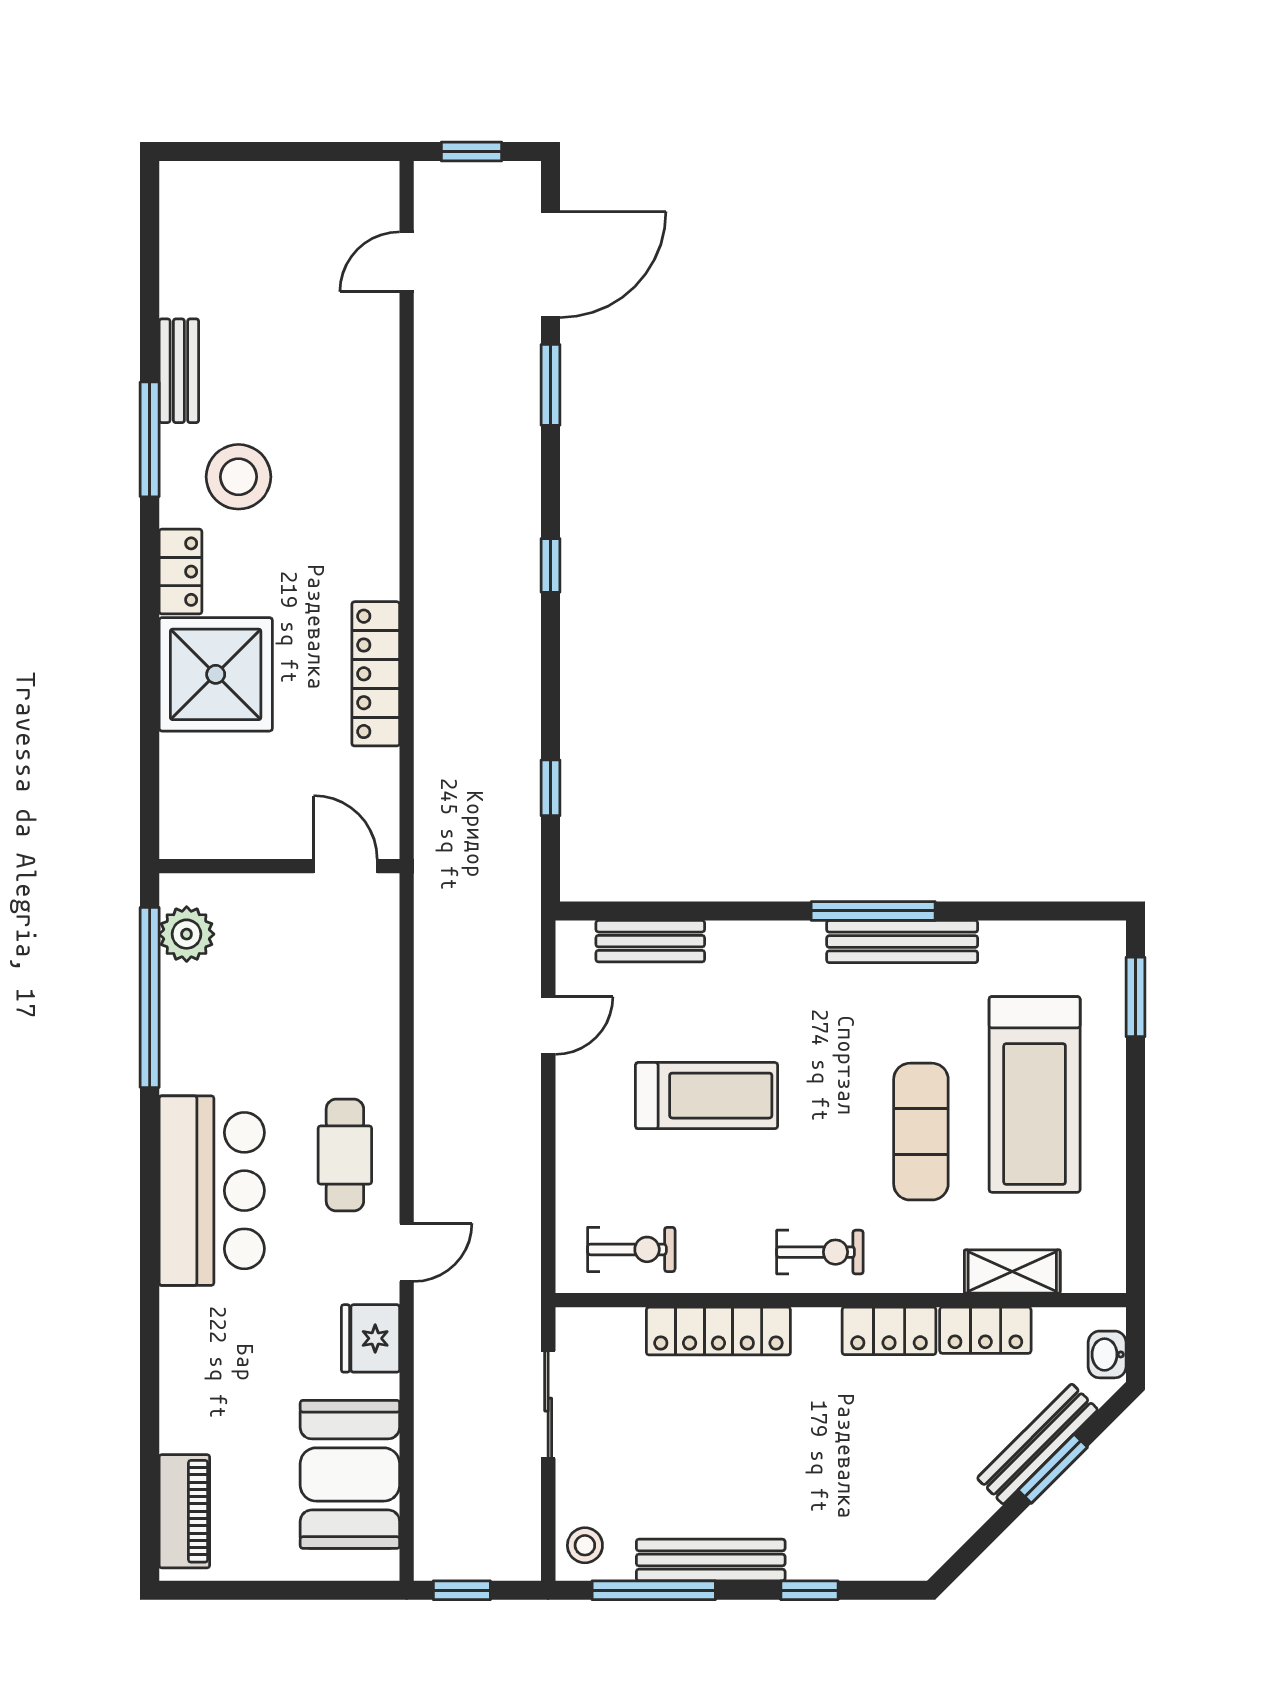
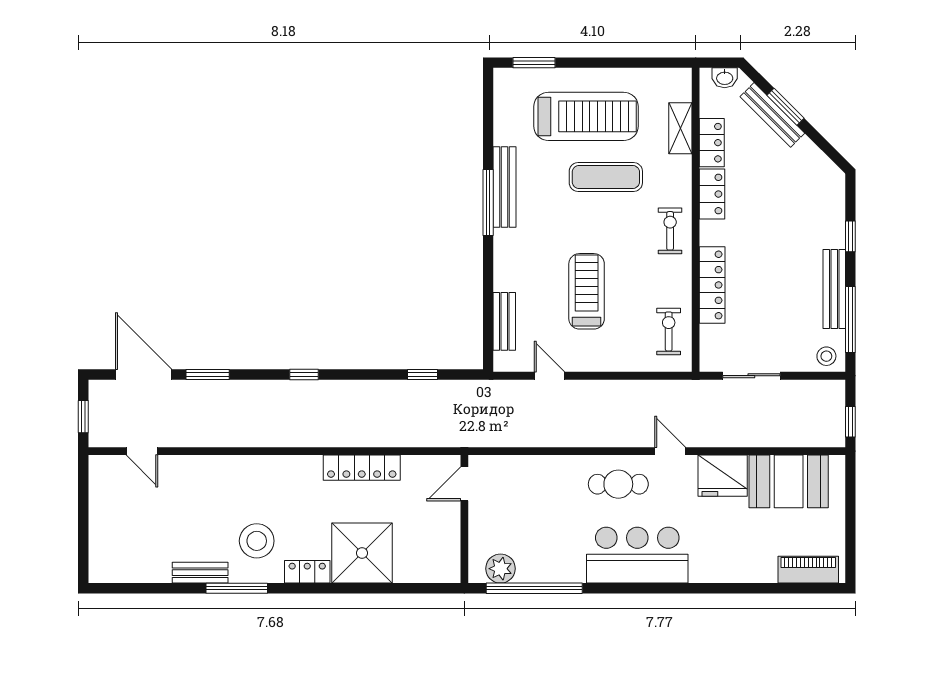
fridge: (371, 1338) -> (723, 476), width x1.36, depth x1.34

